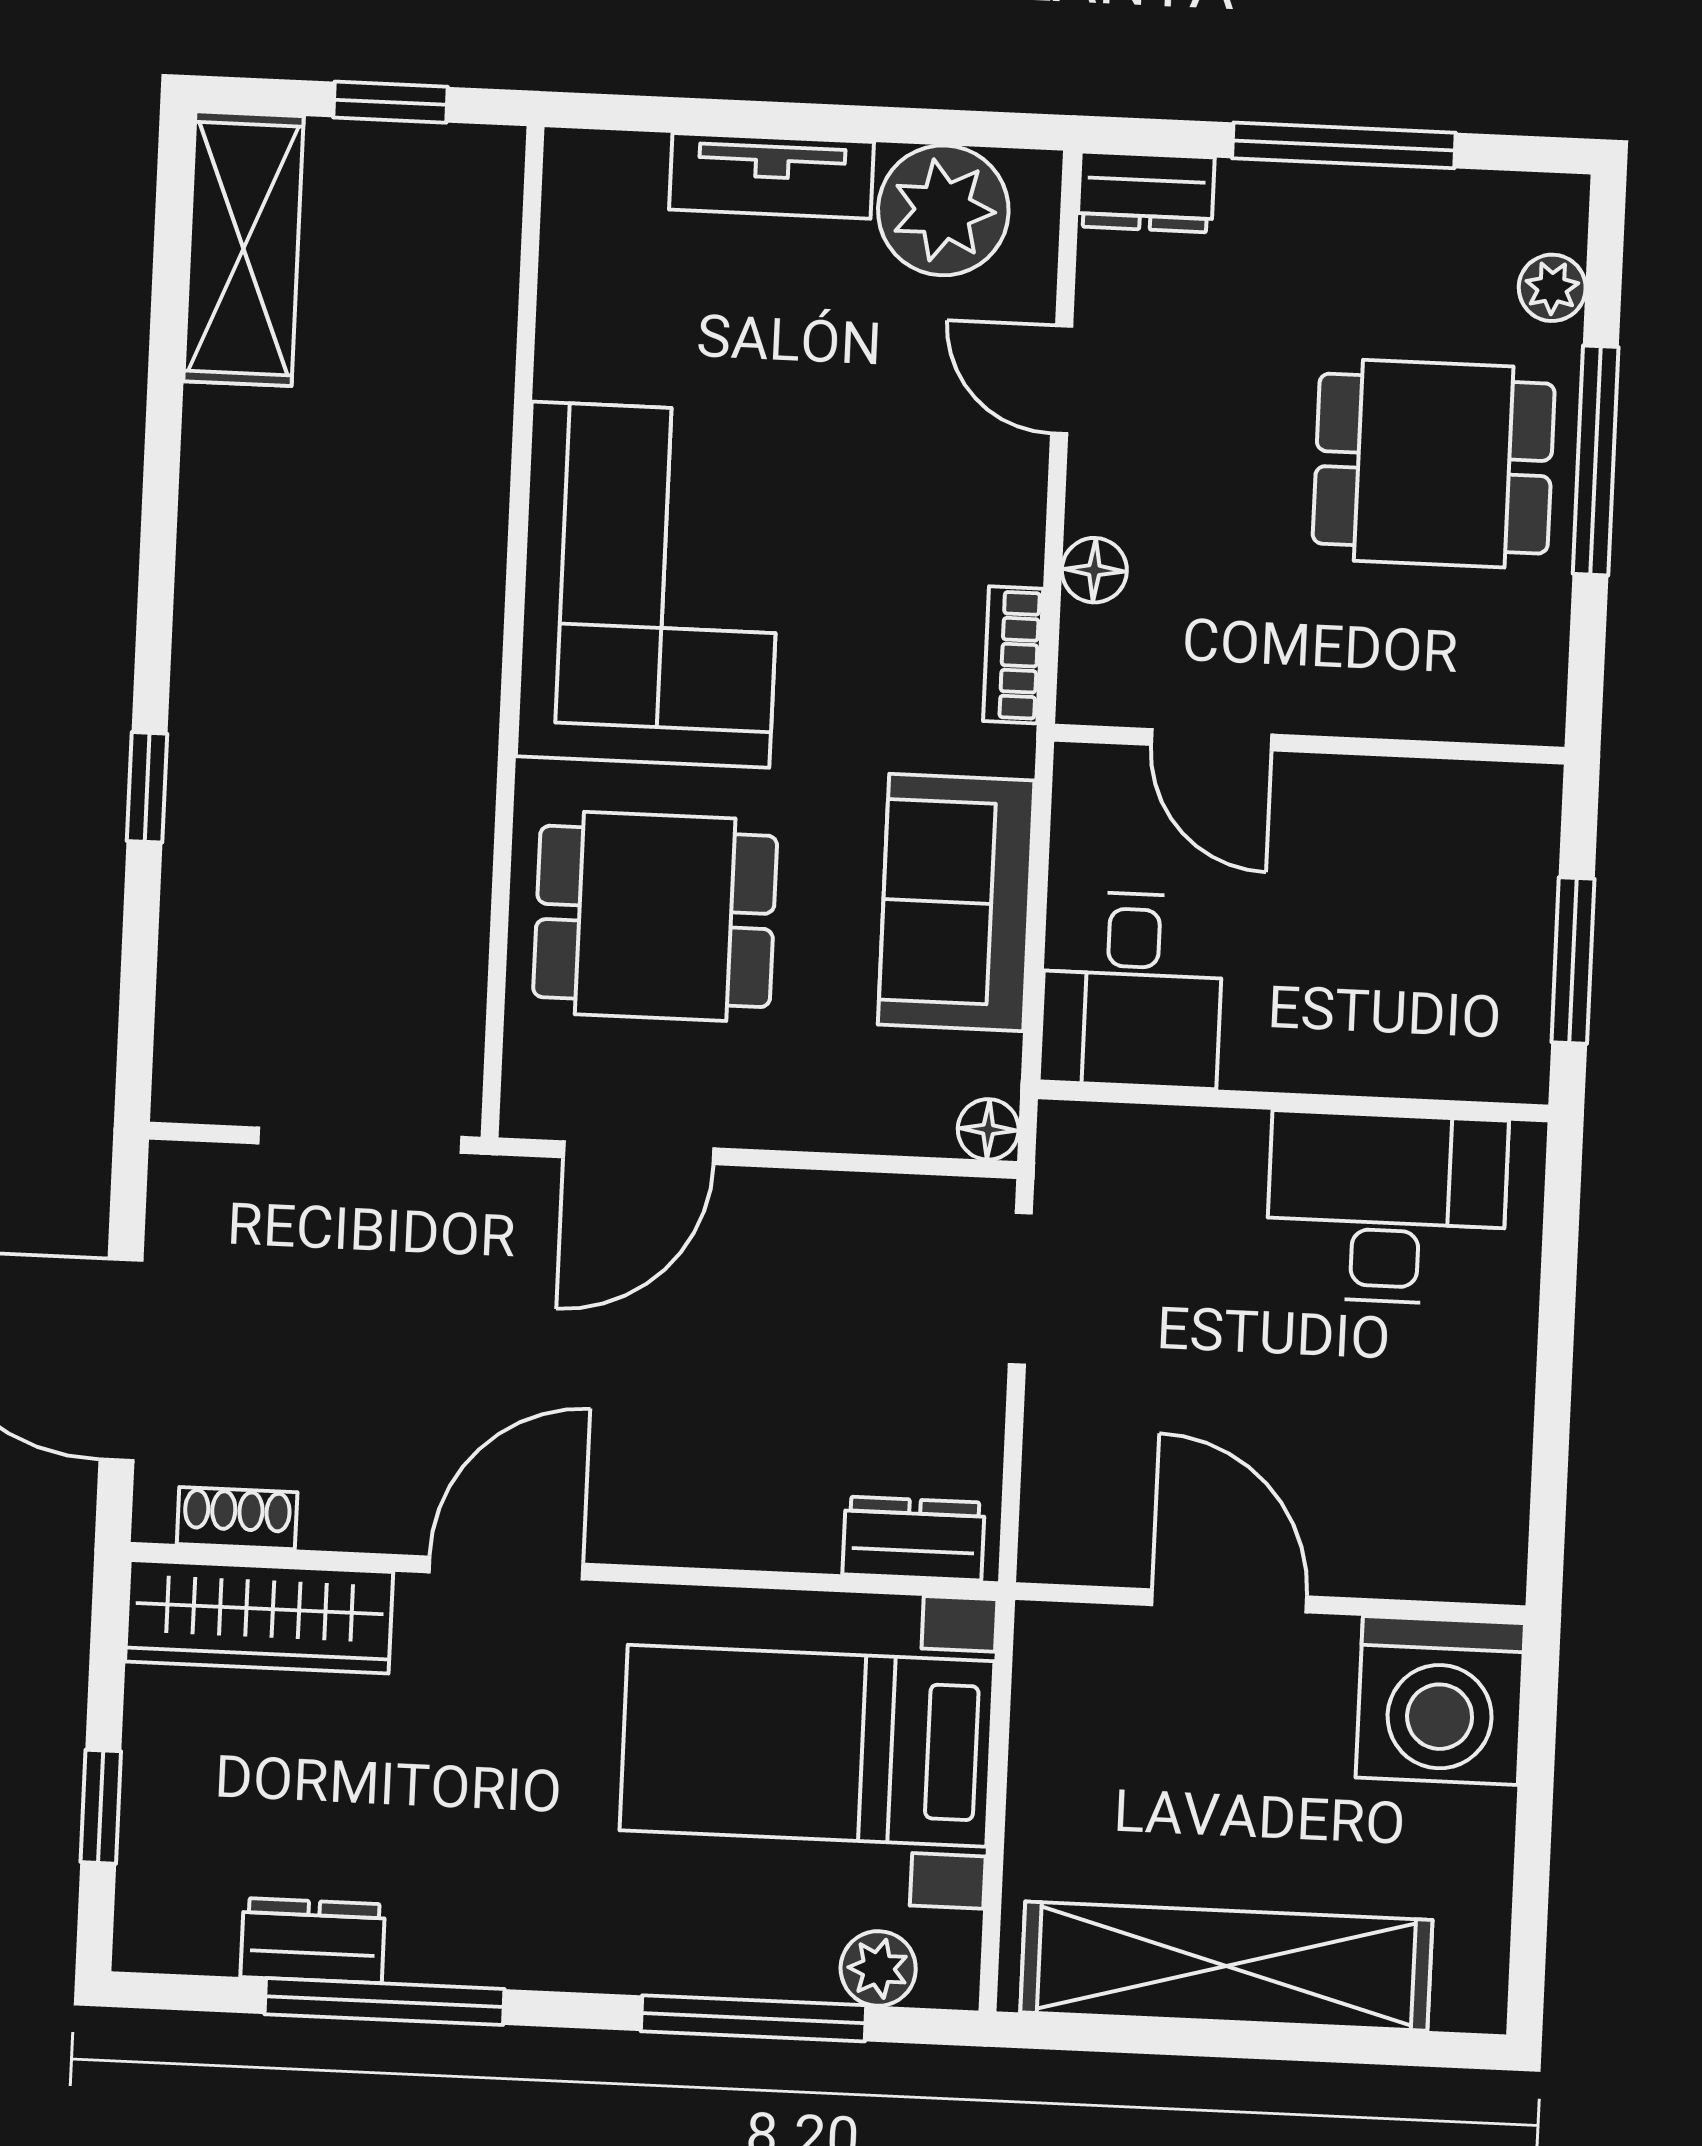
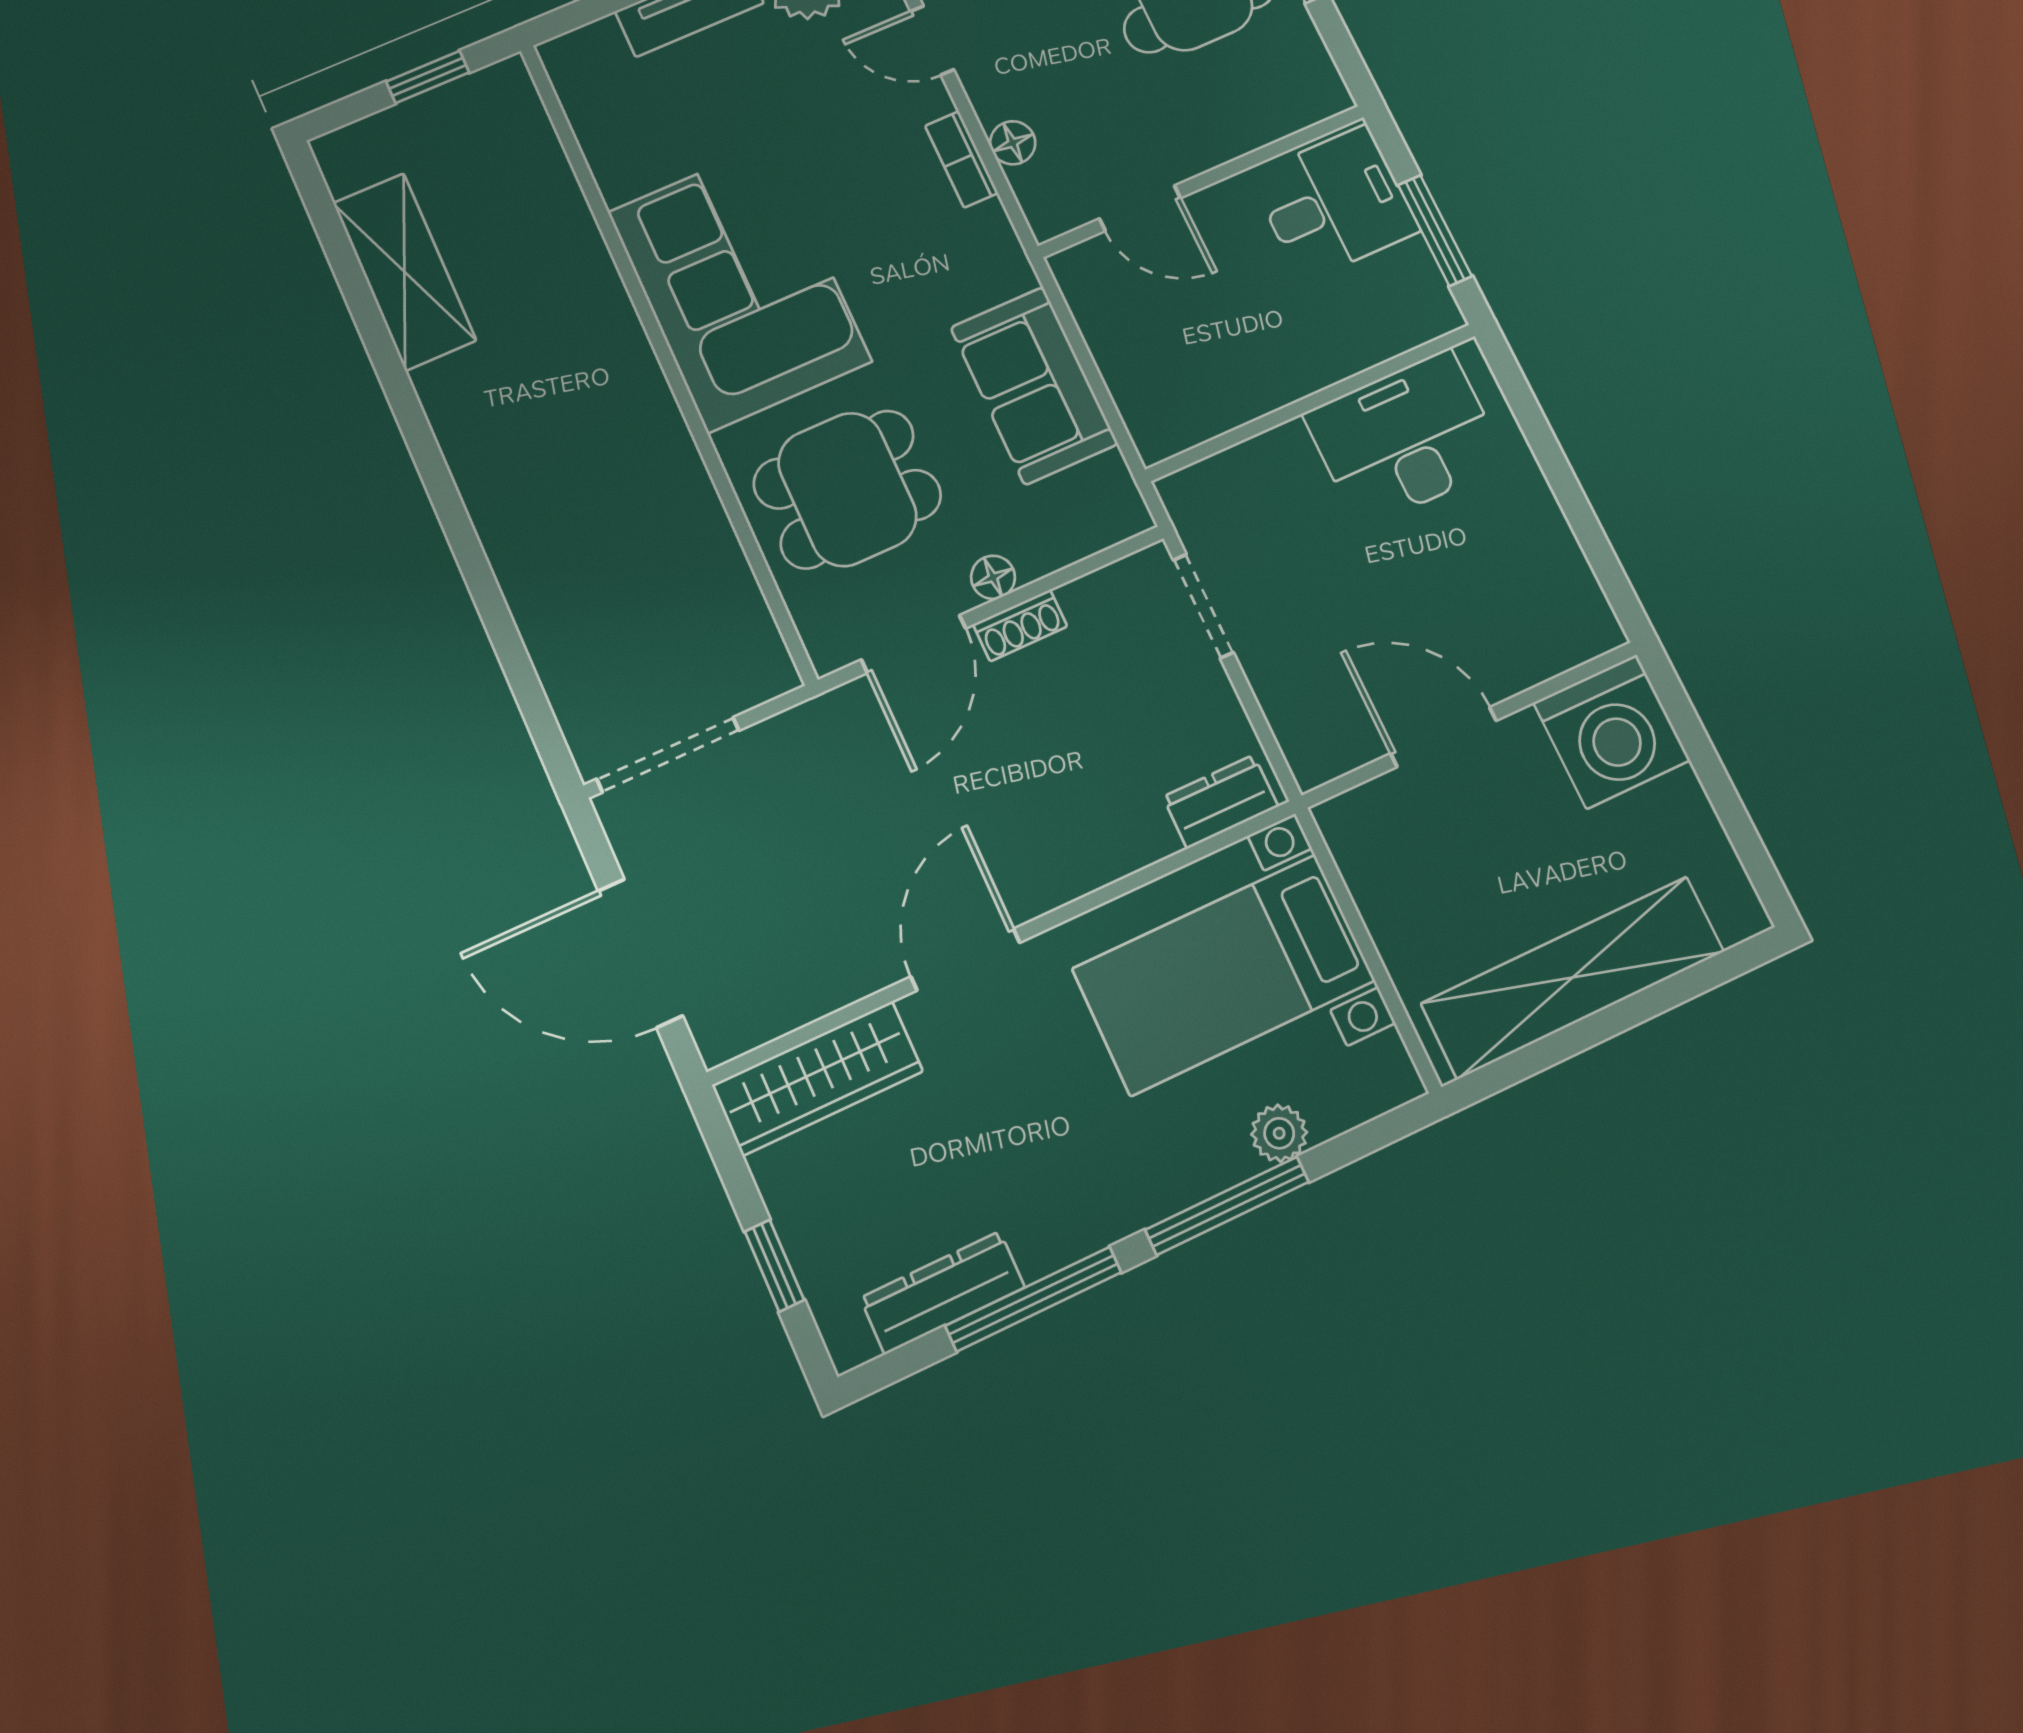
shelving: (244, 249) -> (404, 272), moved
bookcase: (1013, 655) -> (962, 159), moved
window: (147, 787) -> (477, 572), removed
desk: (1132, 990) -> (1334, 203), moved, turned -90
floor lamp: (988, 1129) -> (993, 577), moved
doorway: (360, 1140) -> (668, 755), moved
shoe rack: (237, 1518) -> (1020, 625), moved, turned 180
dresser: (313, 1941) -> (943, 1293), width x1.44
plant: (878, 1968) -> (1279, 1133), moved
window: (753, 2018) -> (1227, 1206), moved

